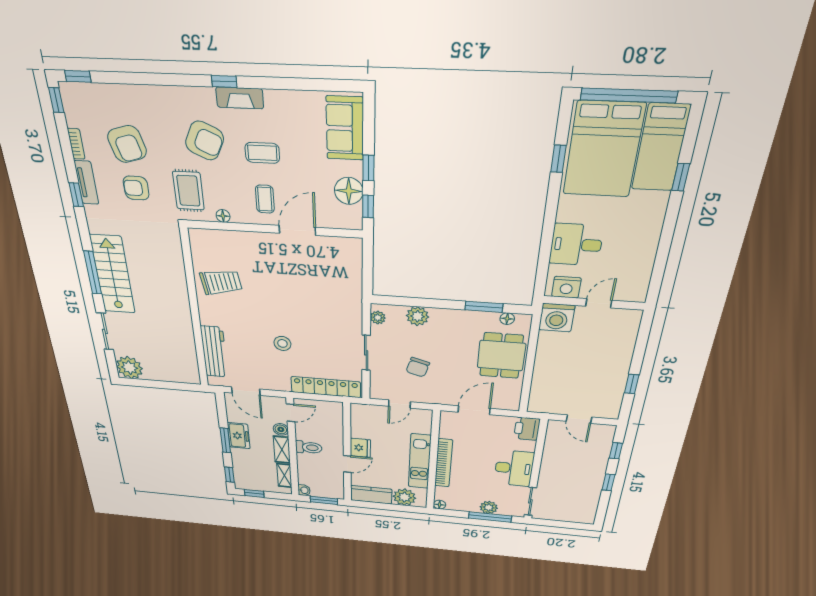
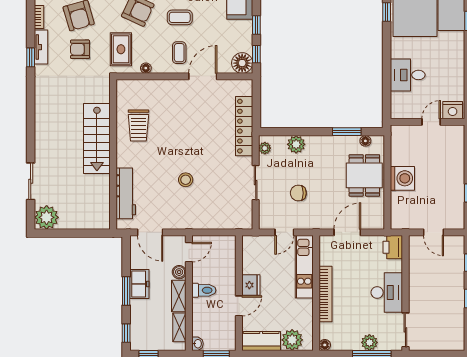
floor lamp: (349, 191) -> (242, 63), moved
window: (93, 273) -> (31, 125), removed
stairs: (113, 274) -> (97, 138), moved, turned 180
trolley: (221, 282) -> (138, 126), turned 100
nightstand: (566, 287) -> (453, 110), moved
washing machine: (557, 318) -> (402, 178), moved, turned -90
chair: (418, 367) -> (298, 193), turned 74
locker: (326, 387) -> (244, 126), moved, turned -90
kitchen unit: (420, 461) -> (304, 267), moved

